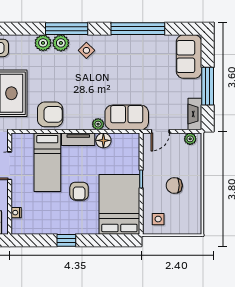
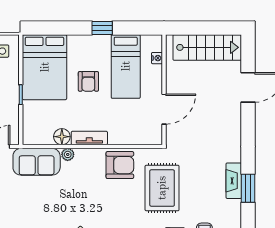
armchair: (50, 114) -> (120, 165), turned 180
bed: (47, 162) -> (126, 66), moved, turned 180
armchair: (79, 191) -> (88, 81), turned 180

